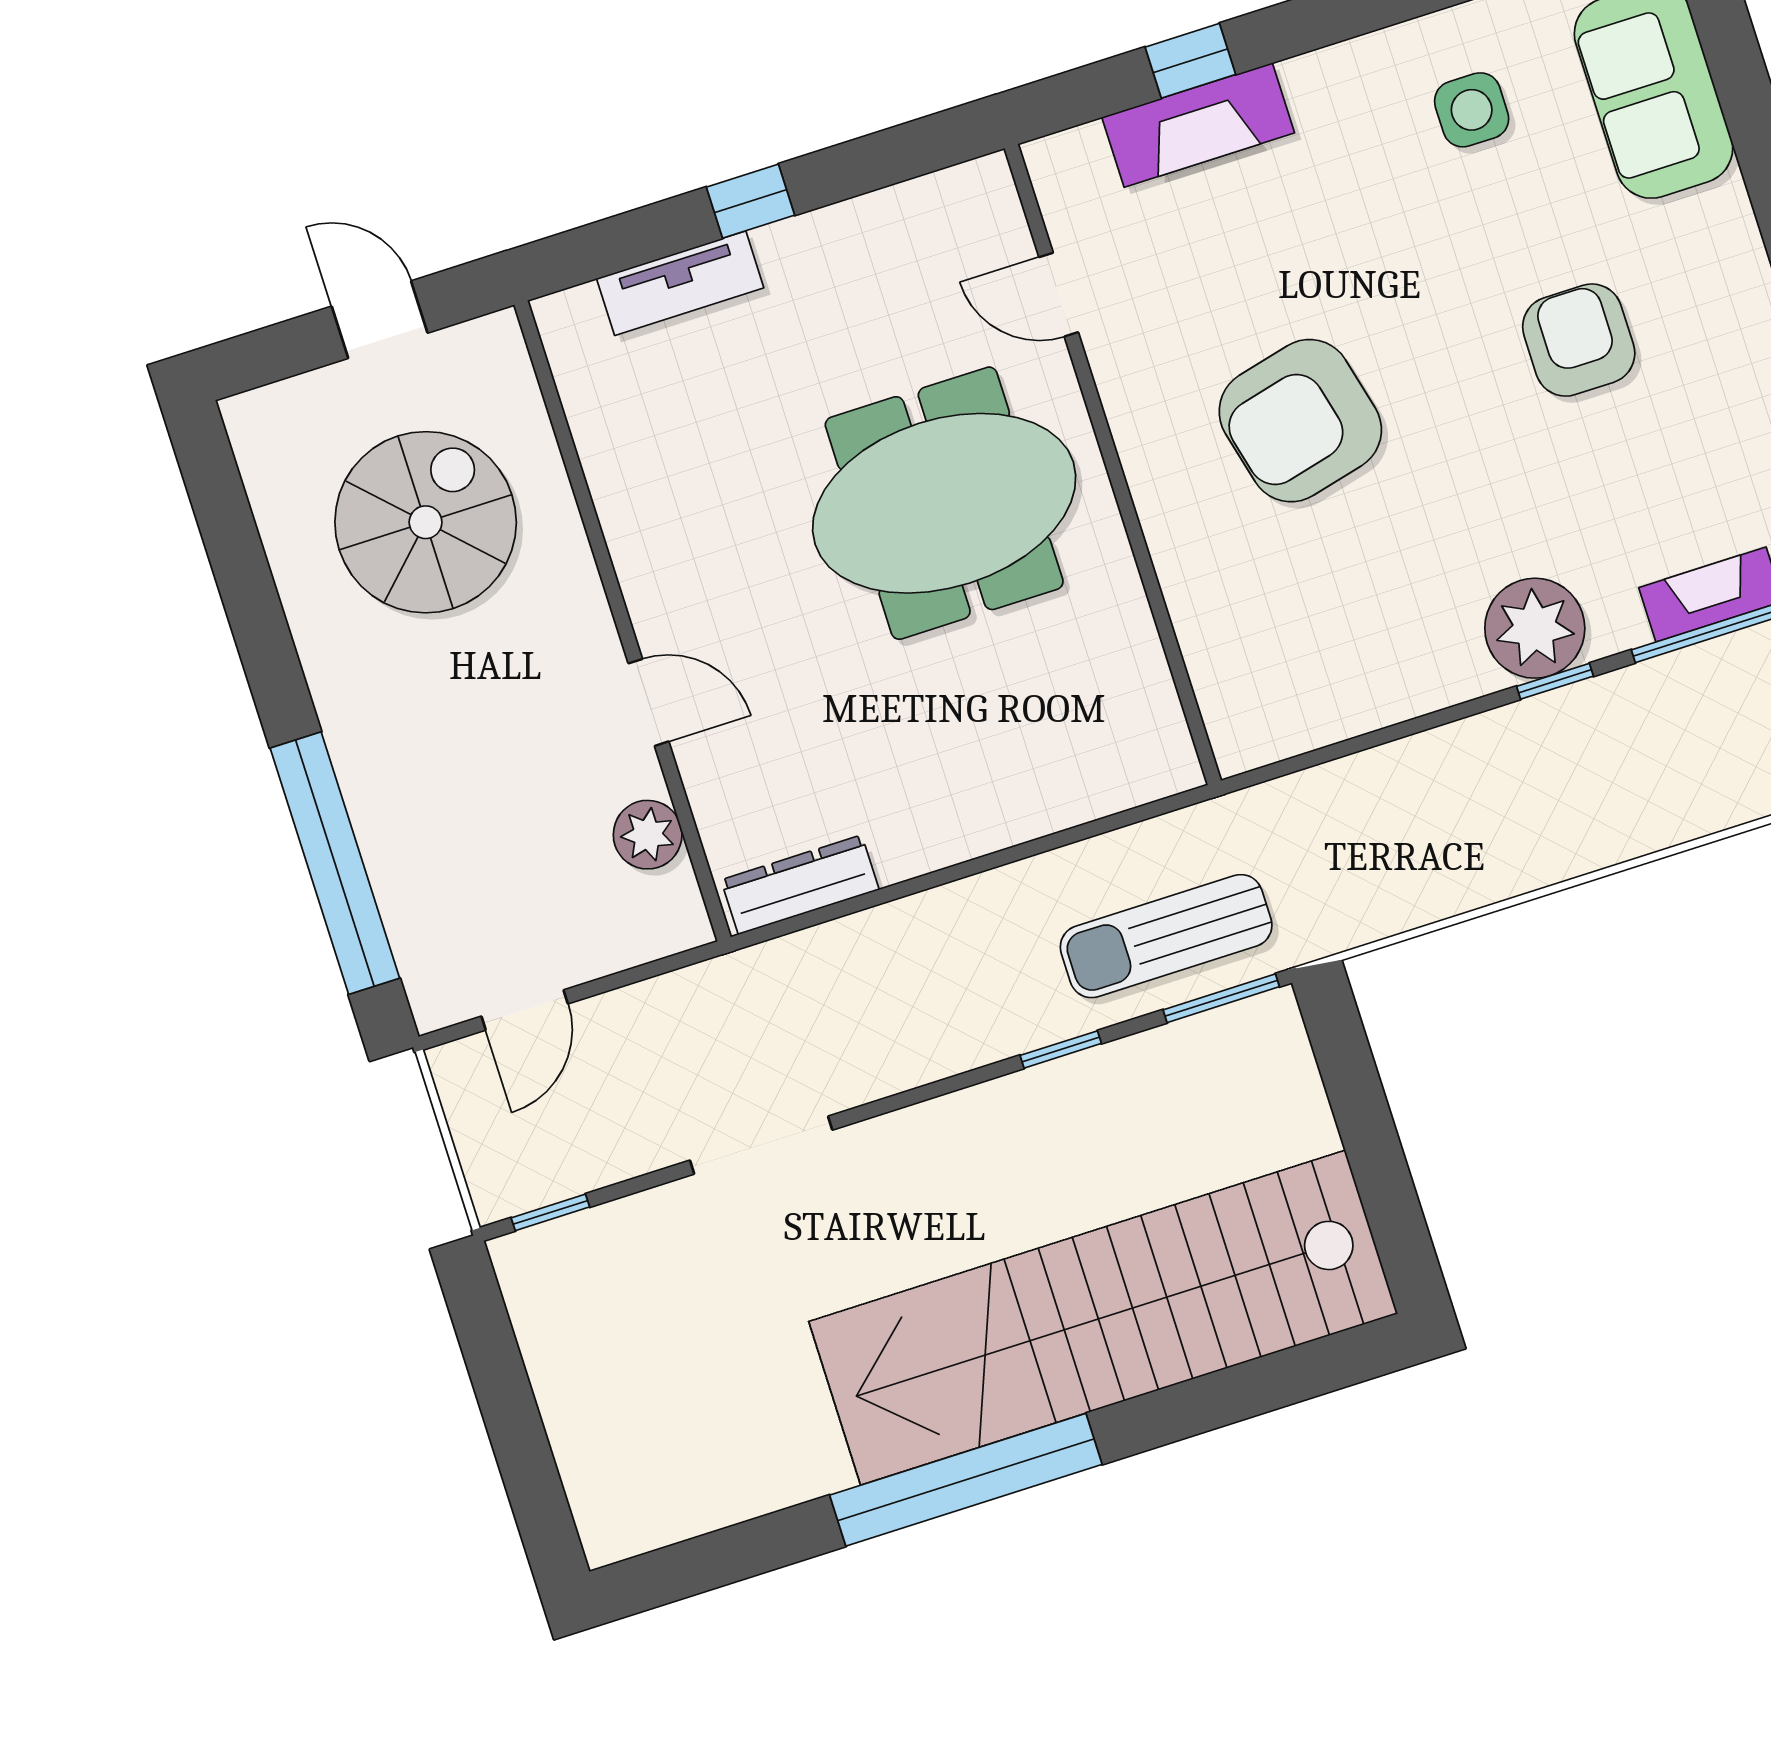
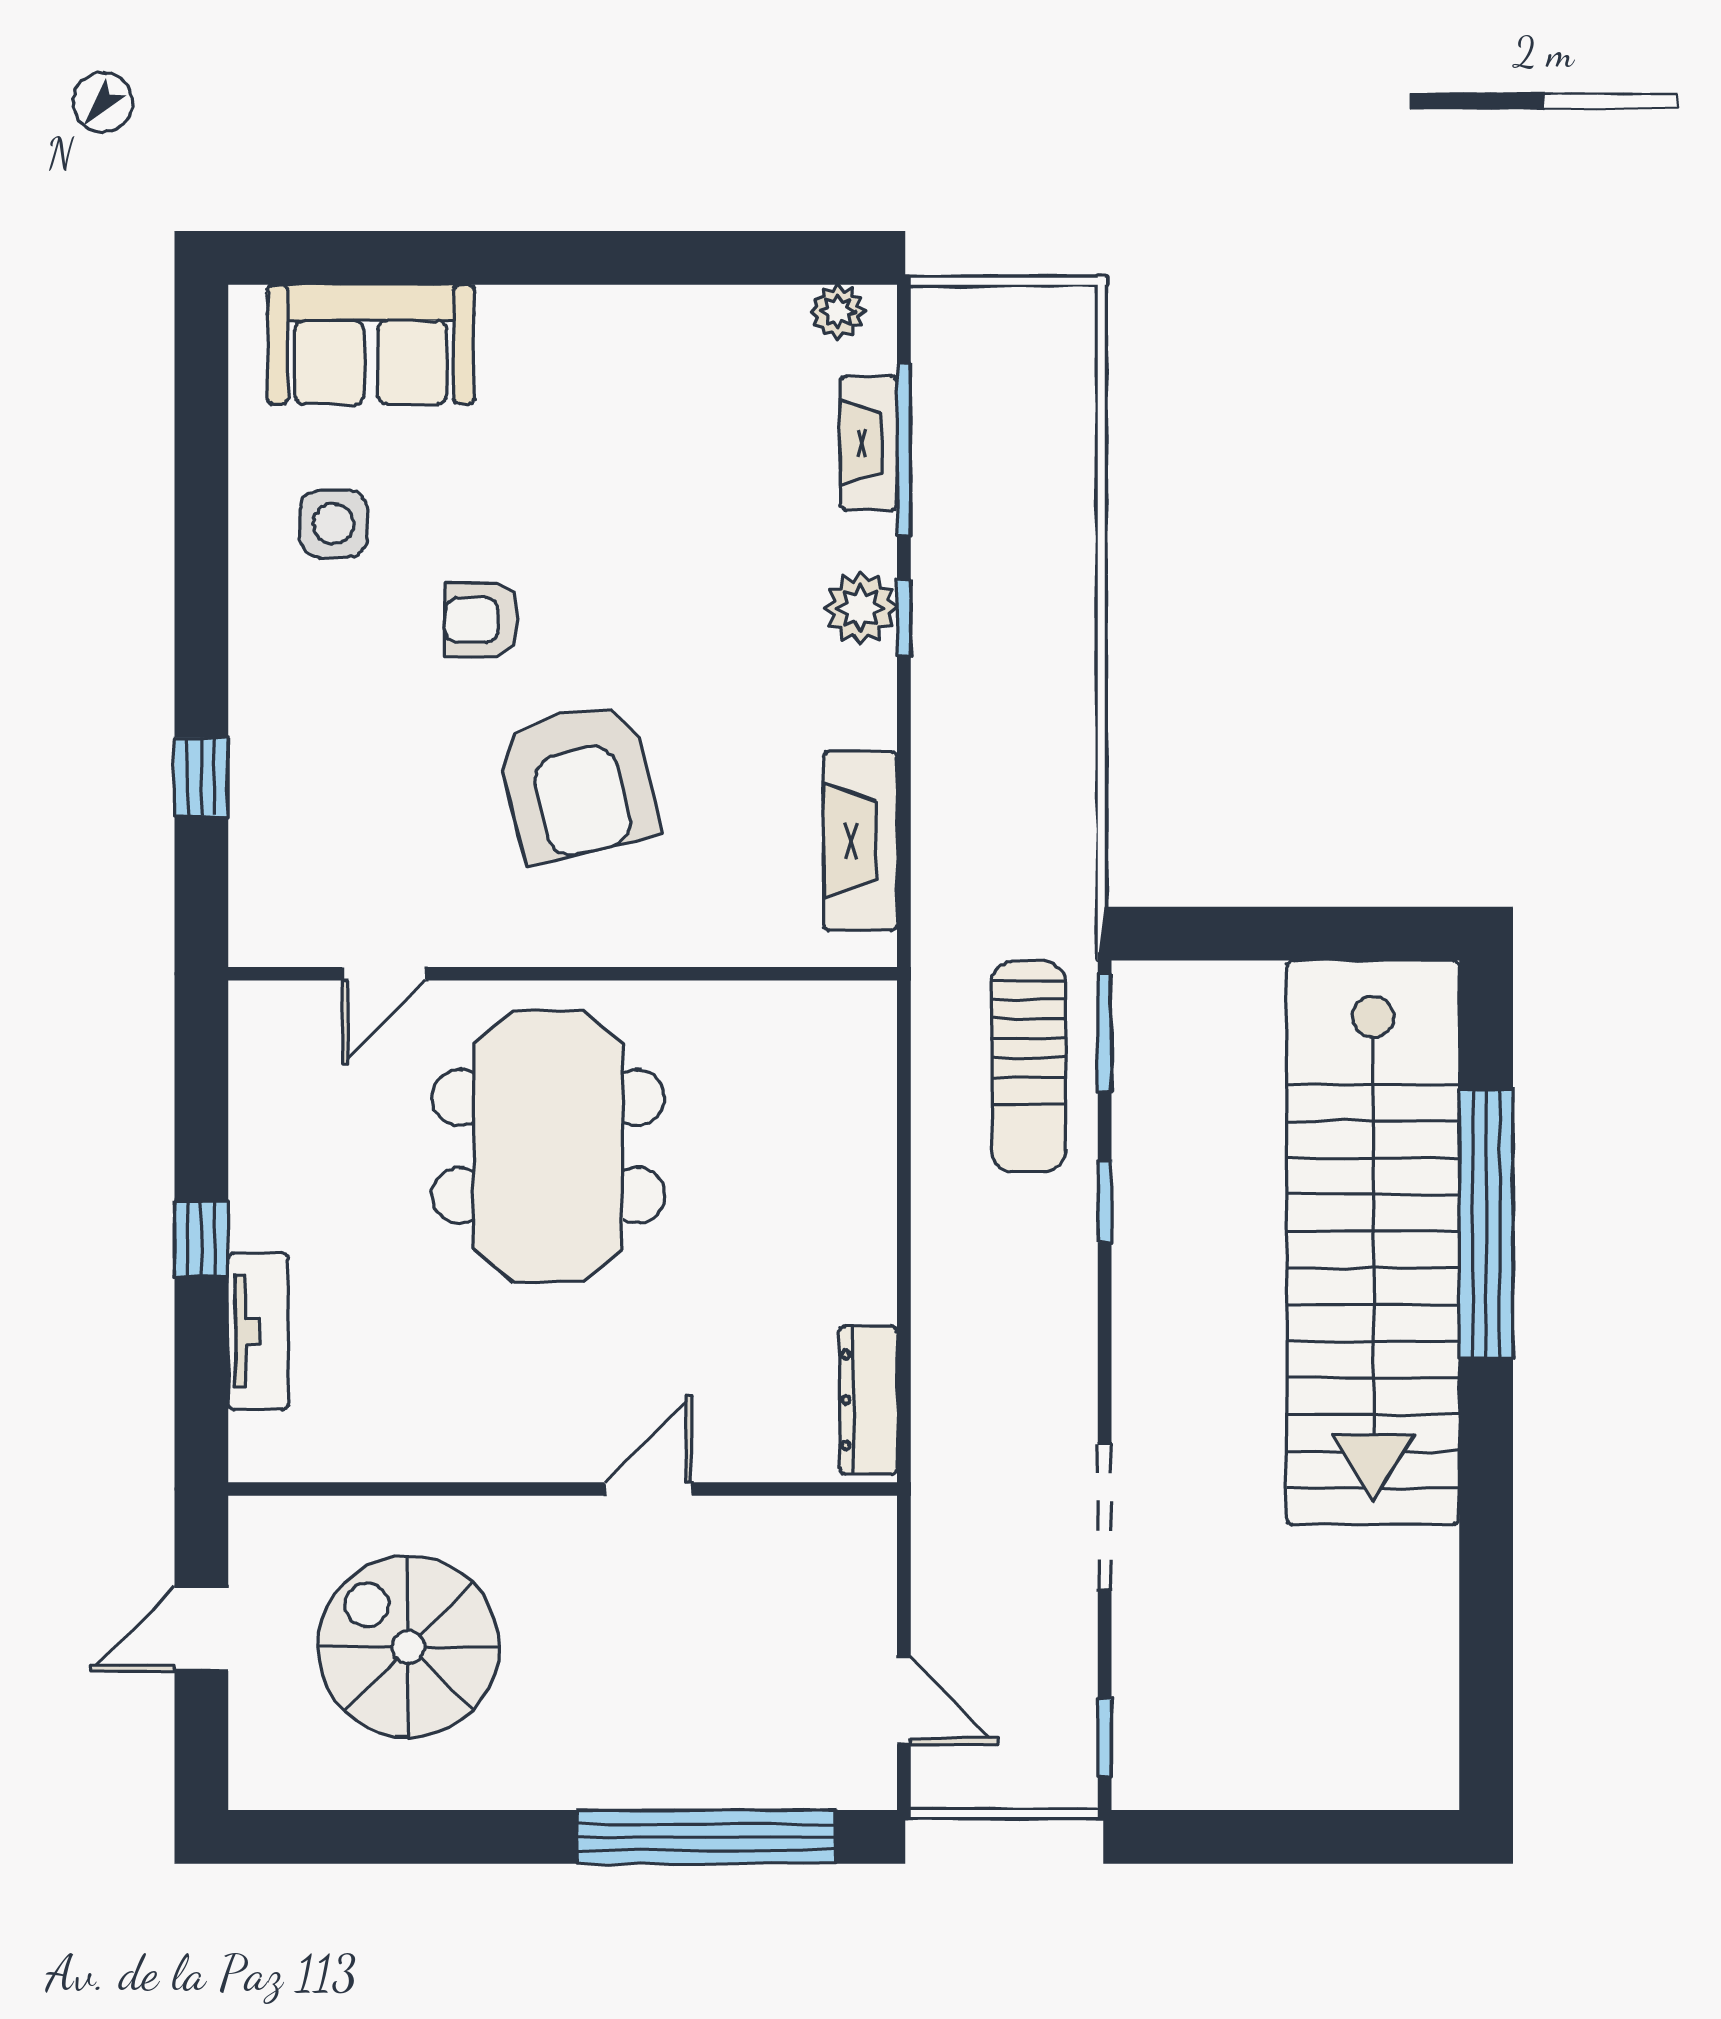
fireplace: (1198, 125) -> (860, 841), moved, turned 180
armchair: (1579, 340) -> (482, 620), moved, width x0.72, depth x0.72
plant: (1535, 628) -> (861, 608), width x0.73, depth x0.73
plant: (648, 835) -> (774, 1530), removed
window: (966, 1480) -> (1486, 1224), moved

